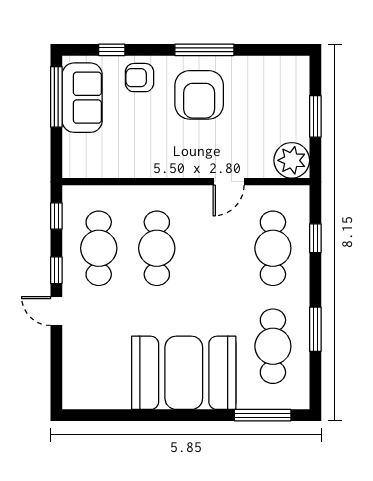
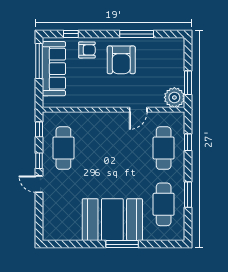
window: (204, 50) -> (137, 34), moved
armchair: (140, 78) -> (87, 50), turned 180
sofa: (82, 98) -> (54, 69), width x1.36
window: (315, 116) -> (188, 83), moved
cafe table: (157, 248) -> (97, 148), removed
window: (263, 415) -> (122, 244), moved

